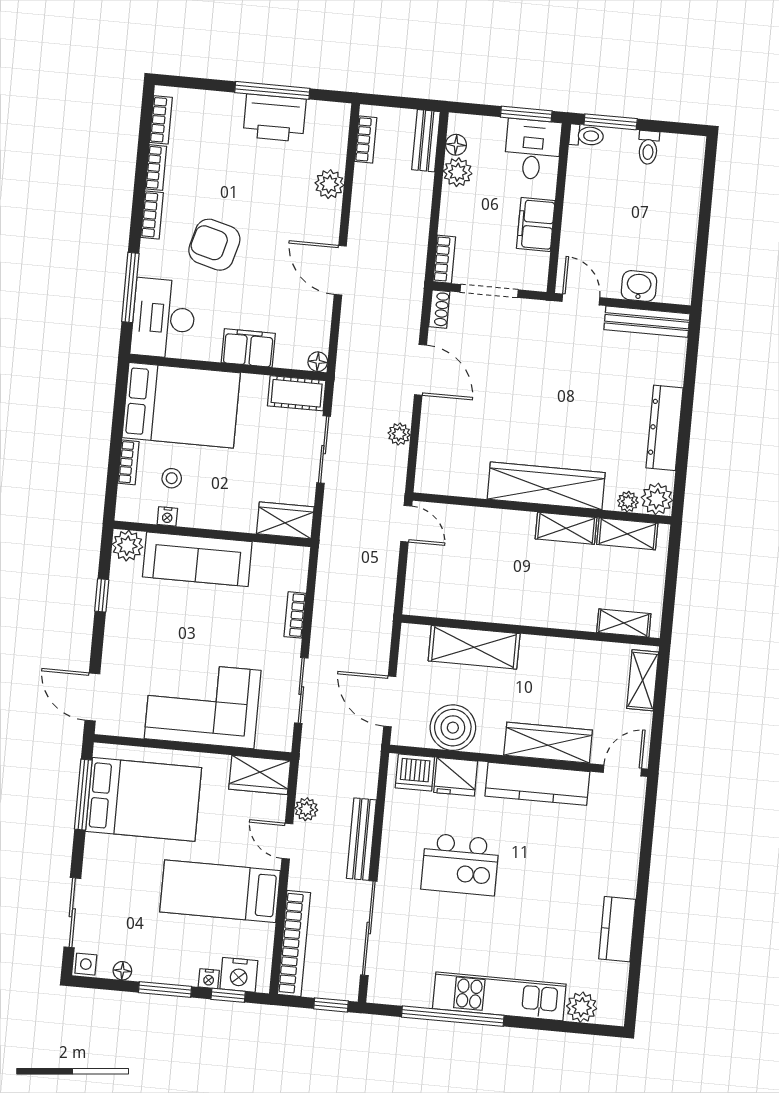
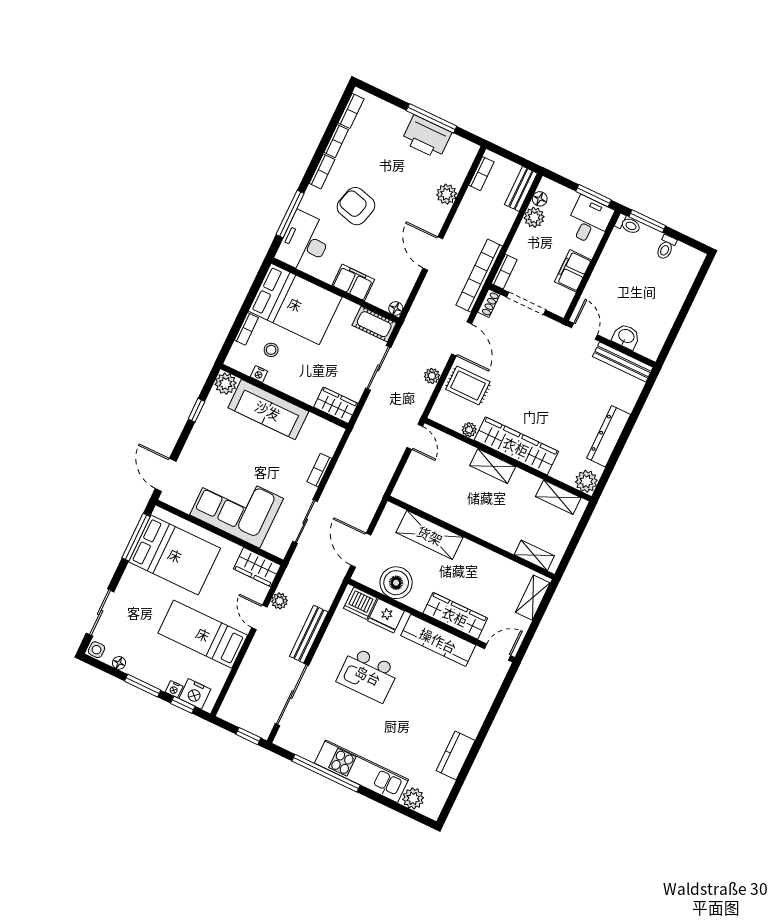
rug: (452, 429) -> (468, 385), added
plant: (628, 502) -> (469, 430), moved
shelving: (566, 528) -> (493, 466), moved
bookcase: (294, 943) -> (479, 276), moved, turned 180

